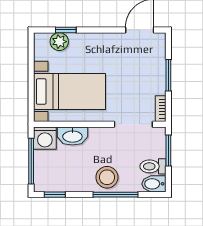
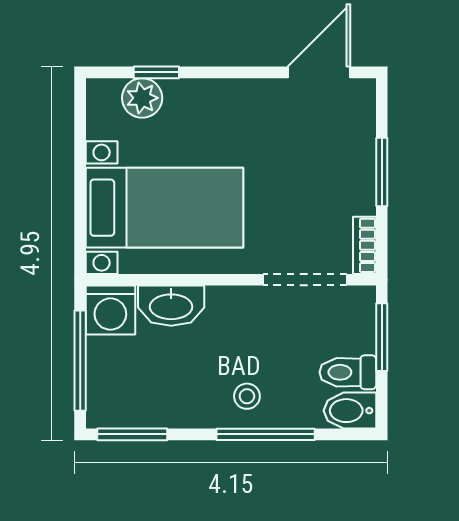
stool: (107, 177) -> (247, 396), width x0.53, depth x0.53
window: (55, 195) -> (132, 434), width x1.50

